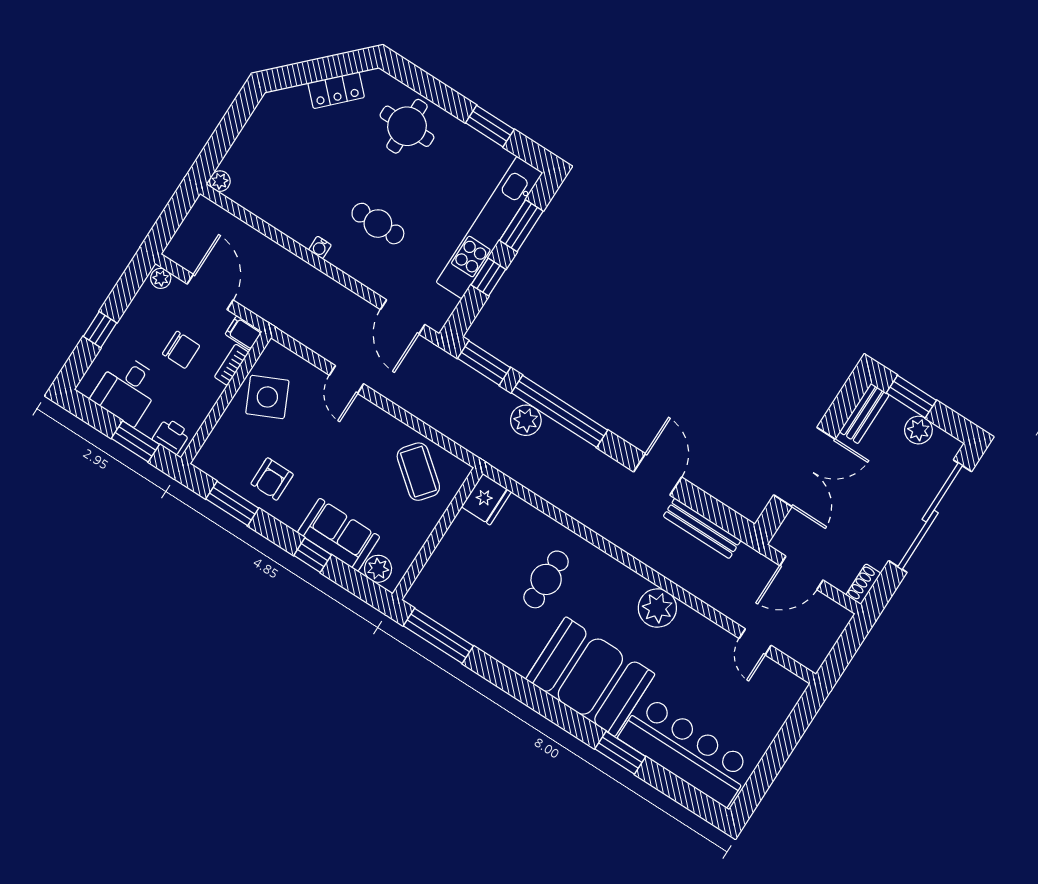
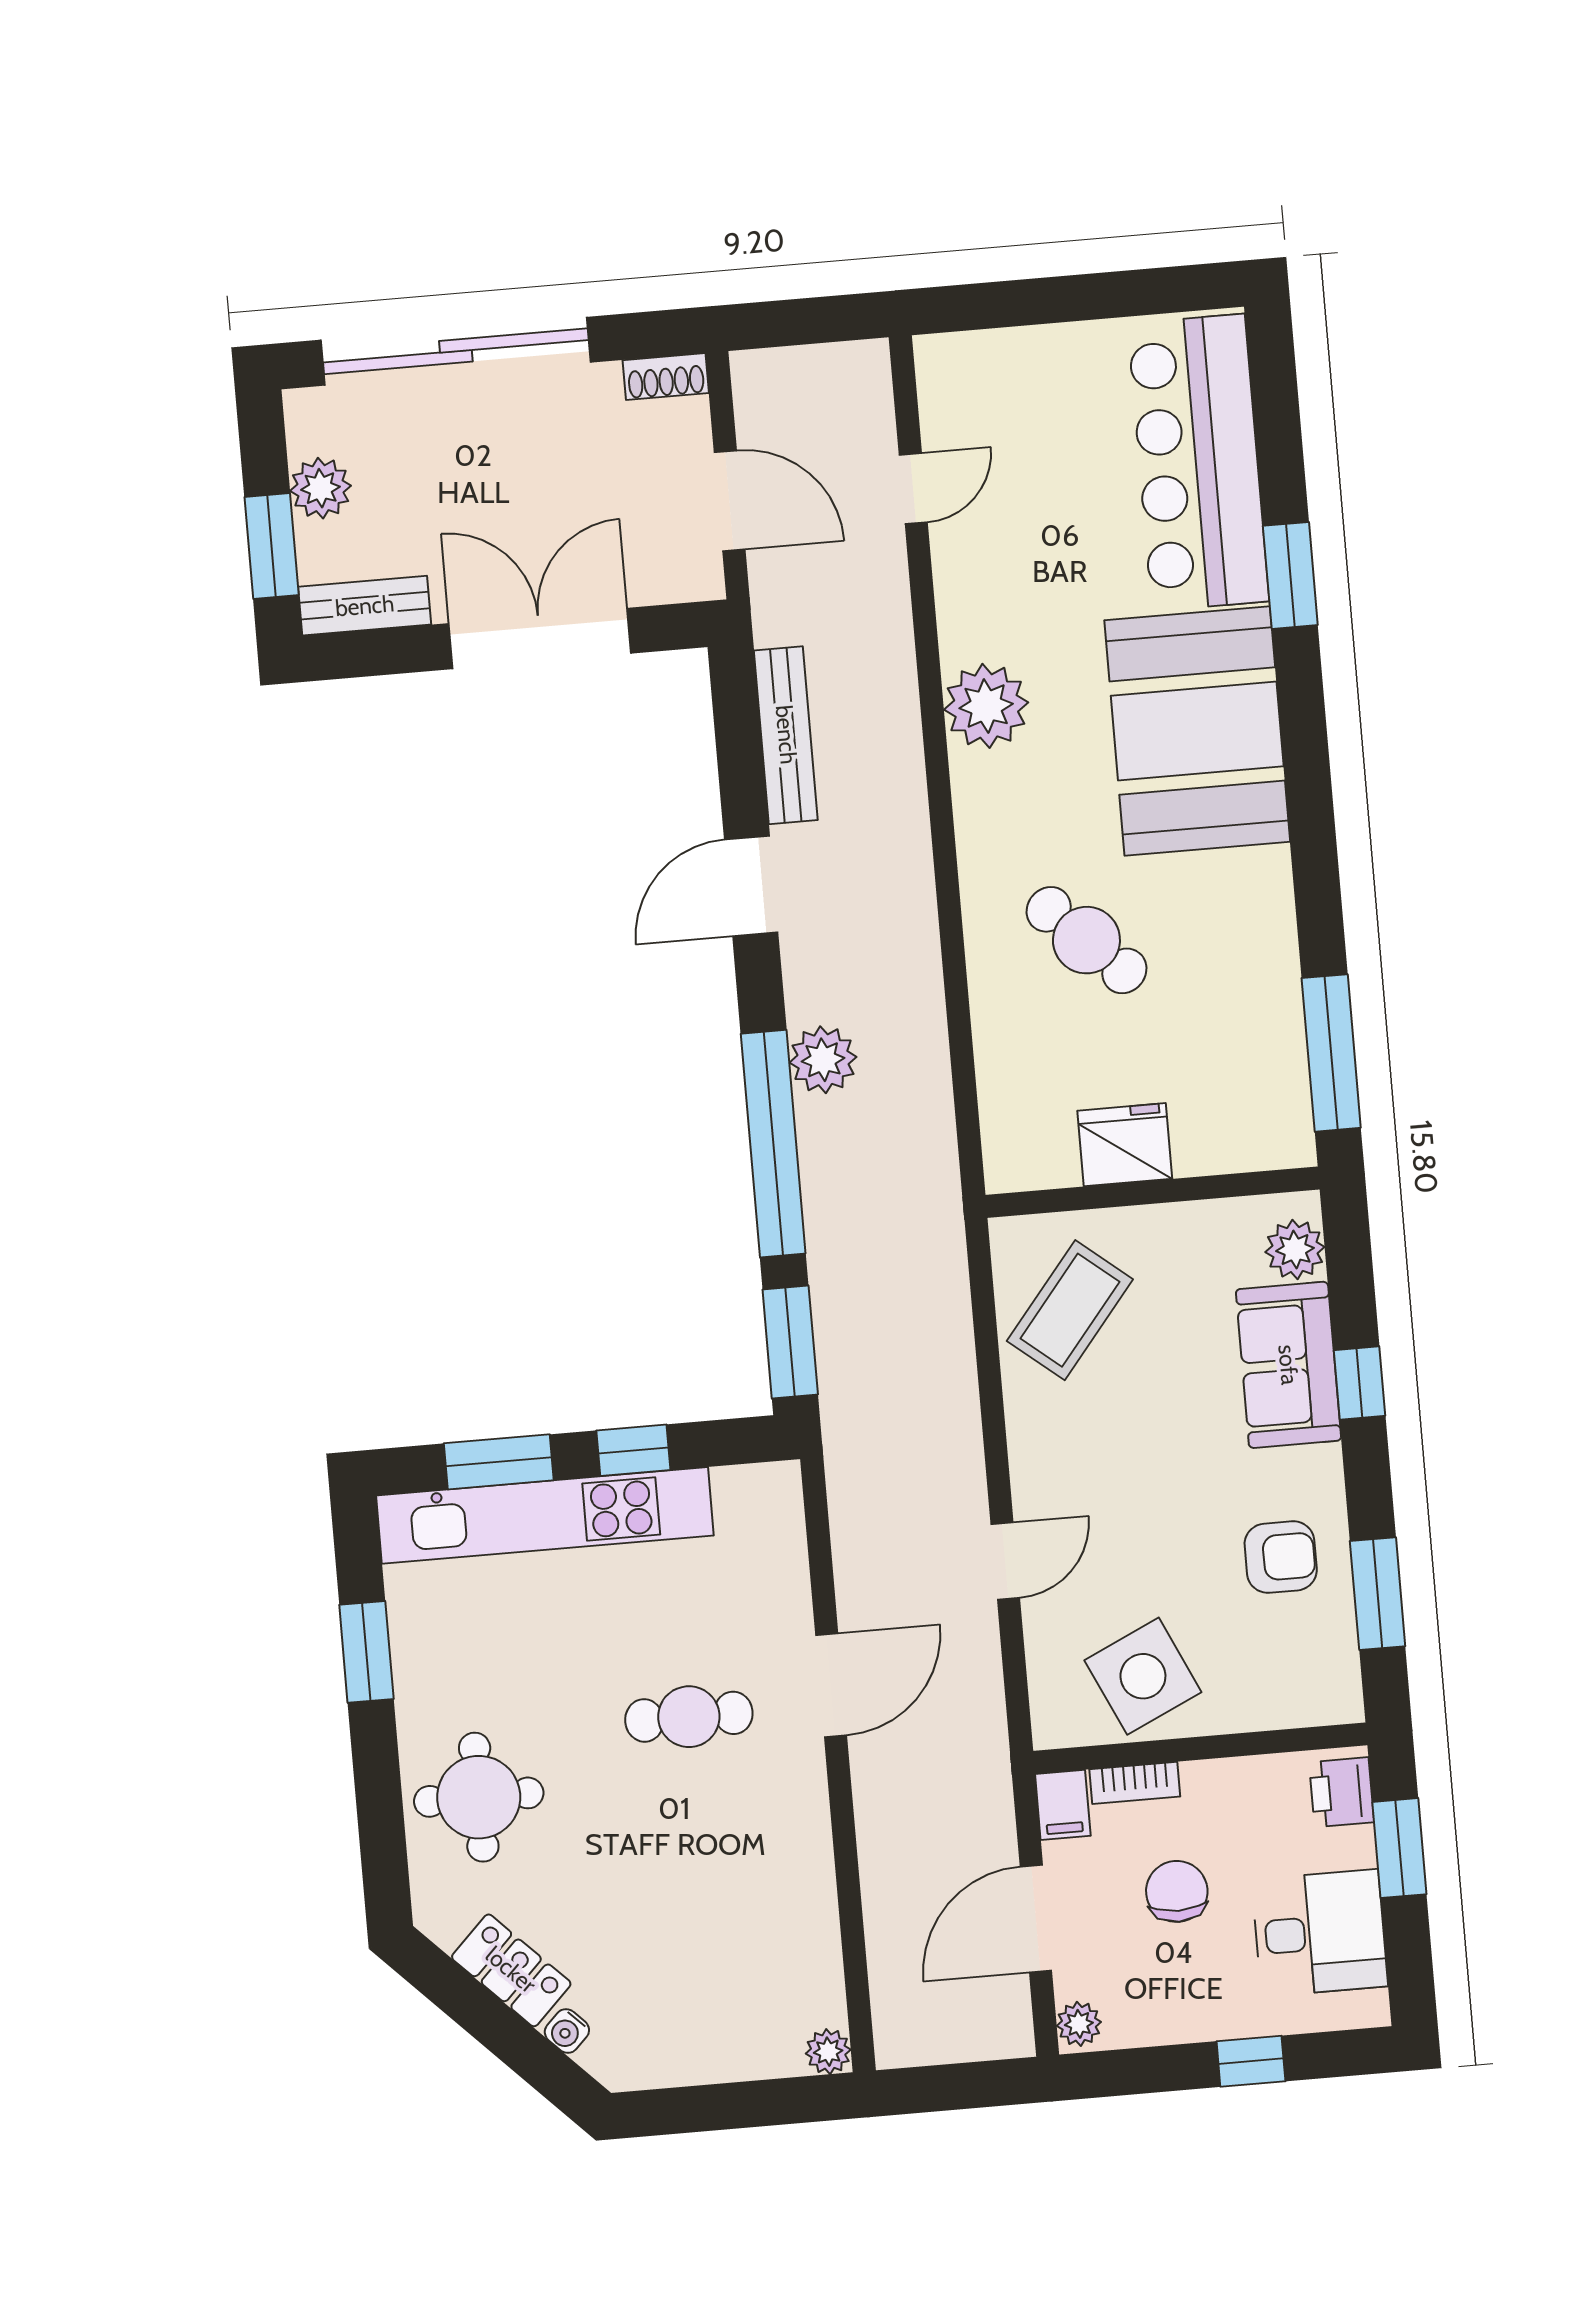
cafe table: (378, 224) -> (689, 1717), turned 90
water cooler: (320, 247) -> (567, 2031), moved, turned 135
door: (403, 317) -> (831, 1685), moved
plant: (526, 420) -> (823, 1060), moved
fridge: (486, 499) -> (1125, 1145), moved
cafe table: (546, 579) -> (1086, 940), turned 44

